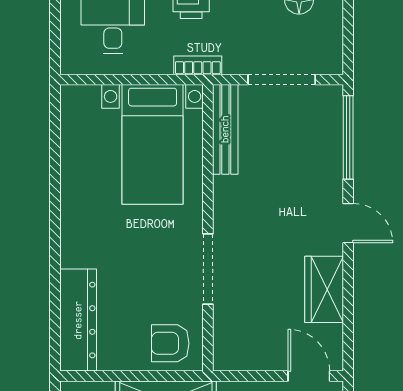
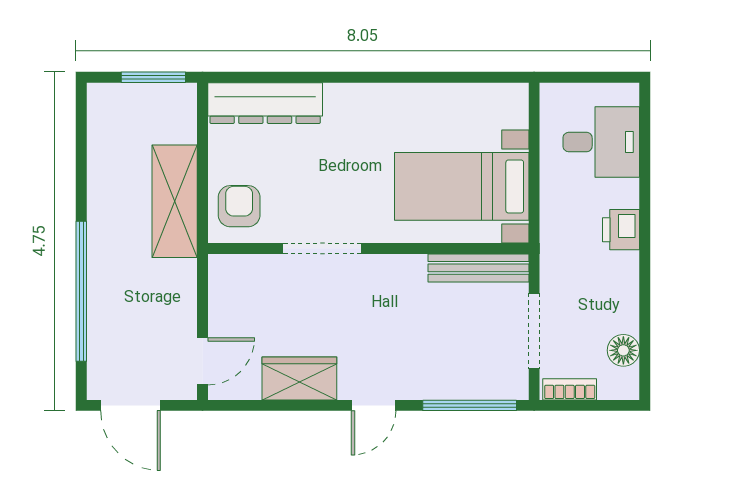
bookcase: (198, 65) -> (570, 389), moved, turned -90

